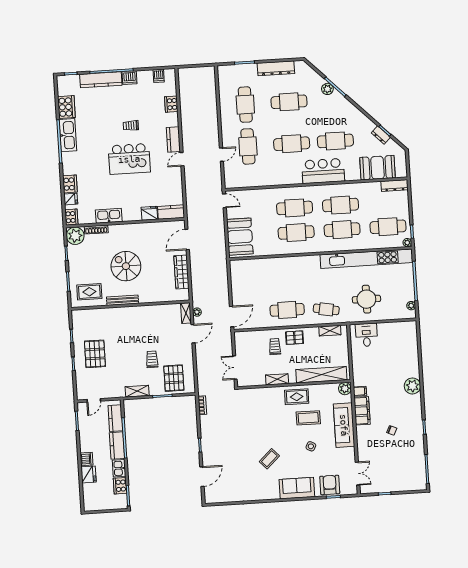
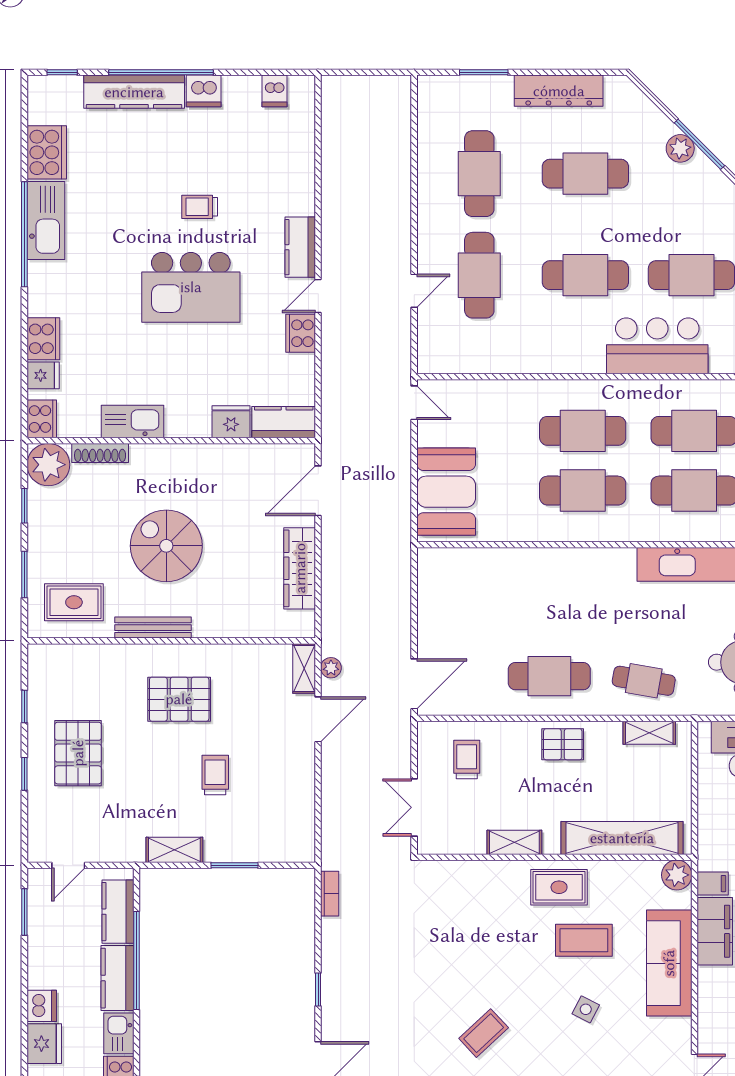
cooker: (171, 104) -> (301, 333), moved
trolley: (275, 347) -> (467, 759), moved
pallet: (174, 378) -> (179, 699), moved, turned 90

